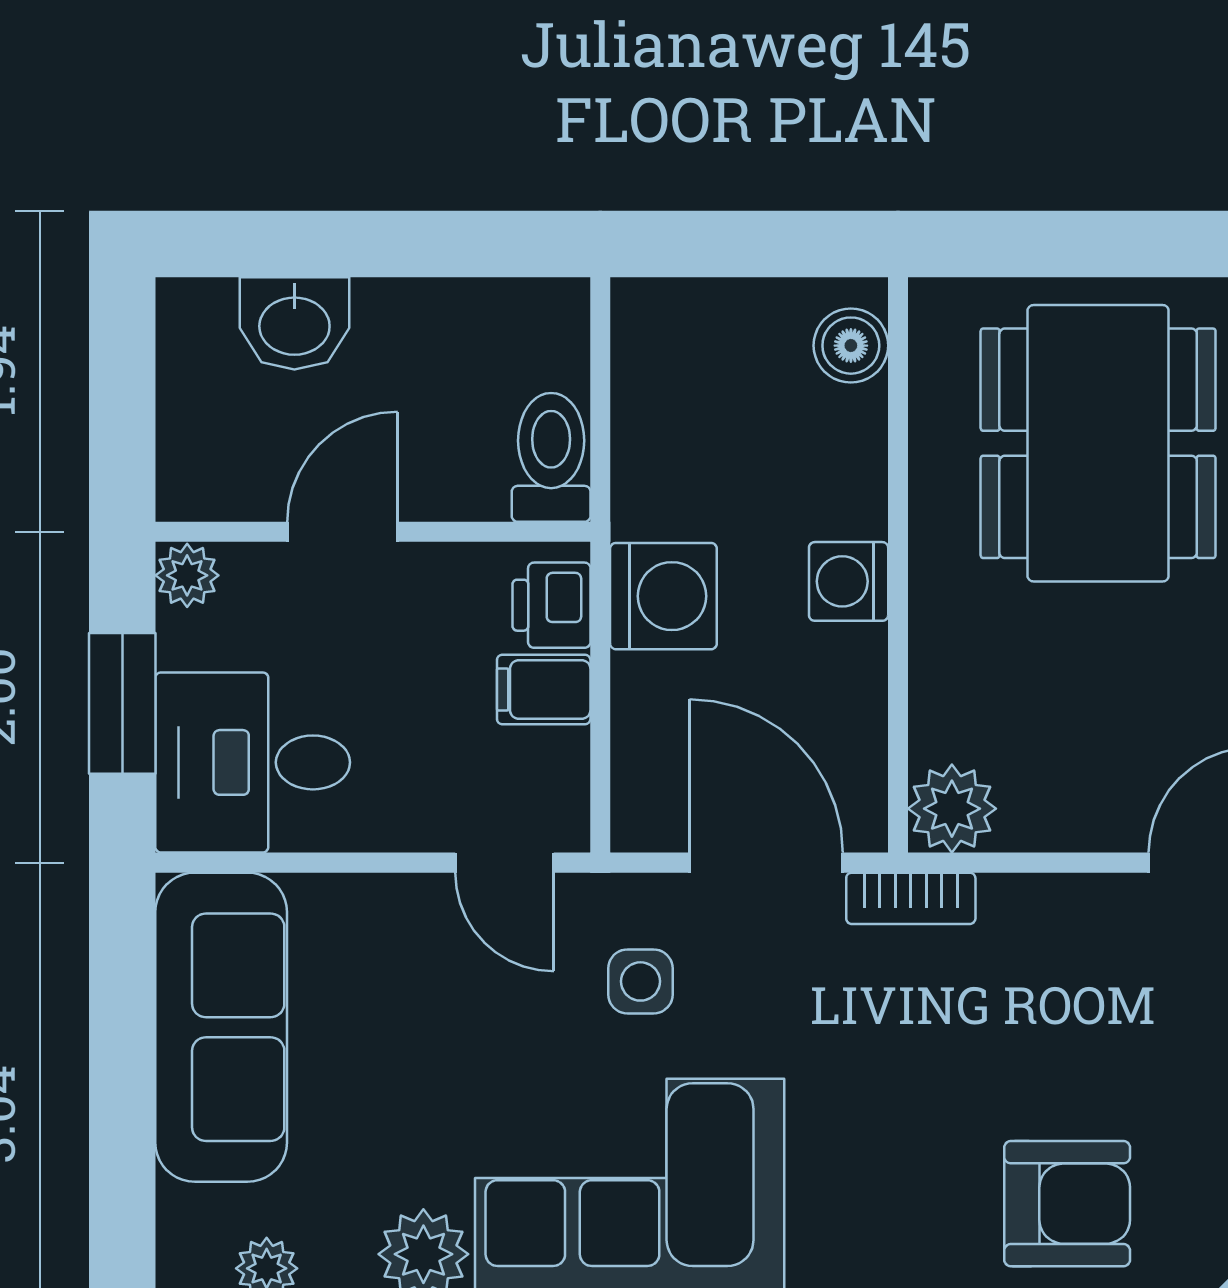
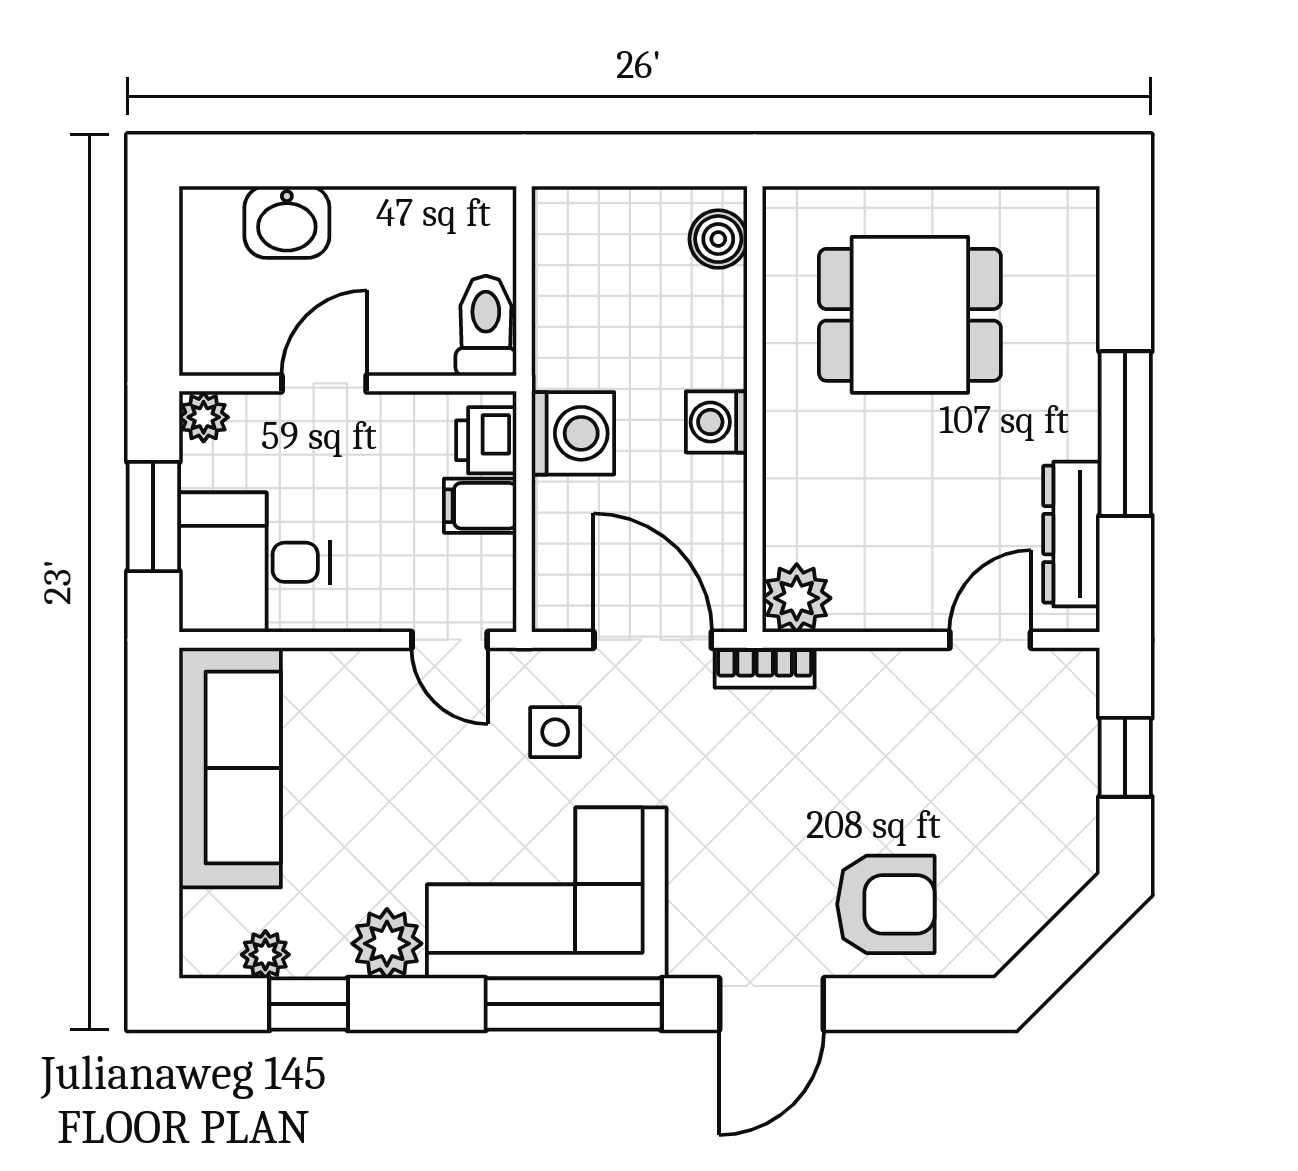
dining table: (1098, 443) -> (910, 315), width x0.73

